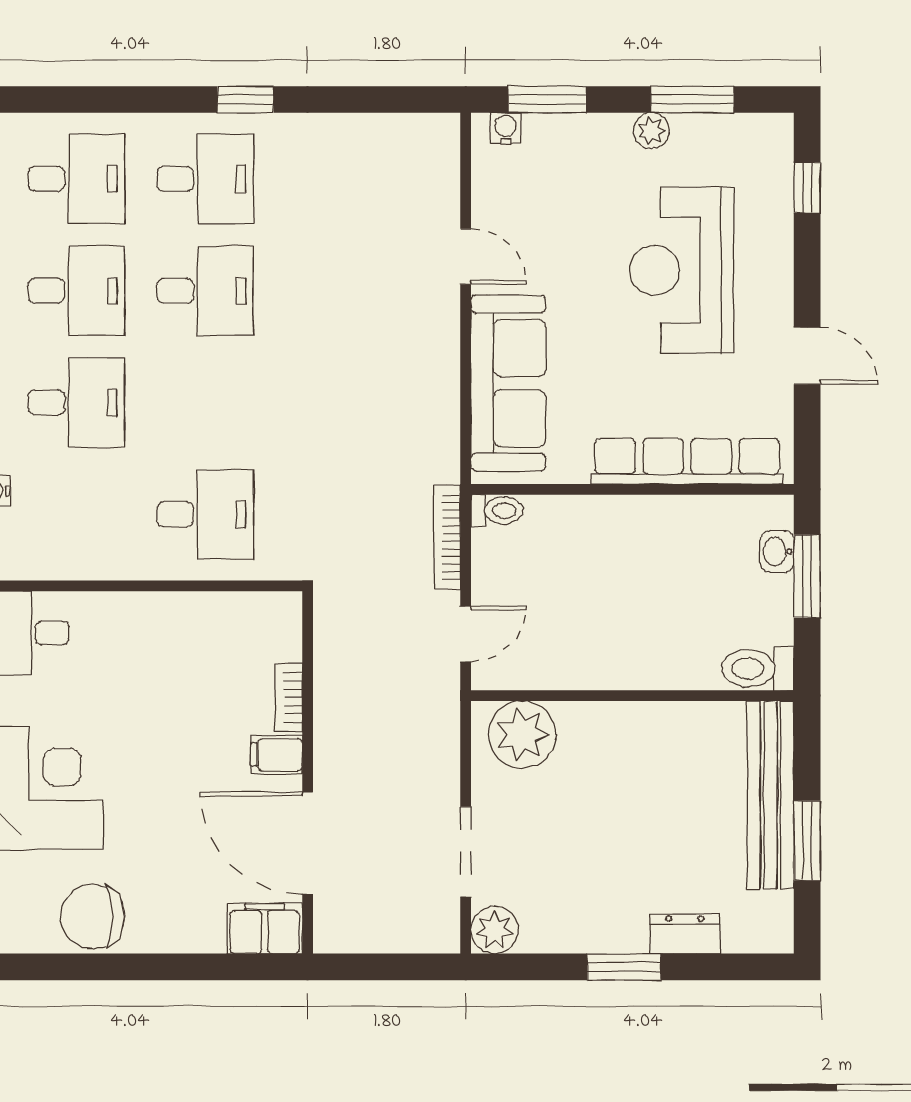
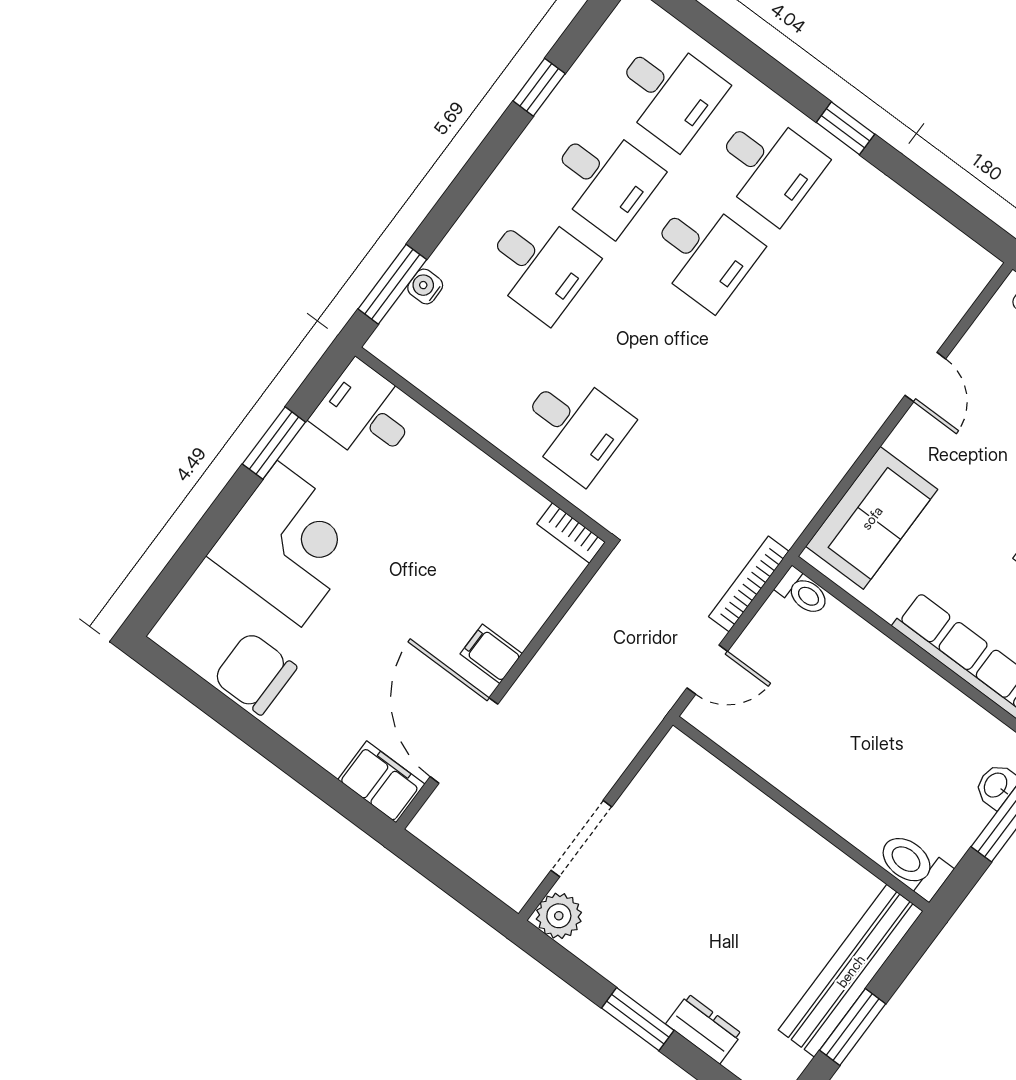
sofa: (508, 383) -> (872, 518), width x0.73
bookcase: (289, 697) -> (571, 533), moved, turned -90
plant: (522, 735) -> (693, 780), removed

